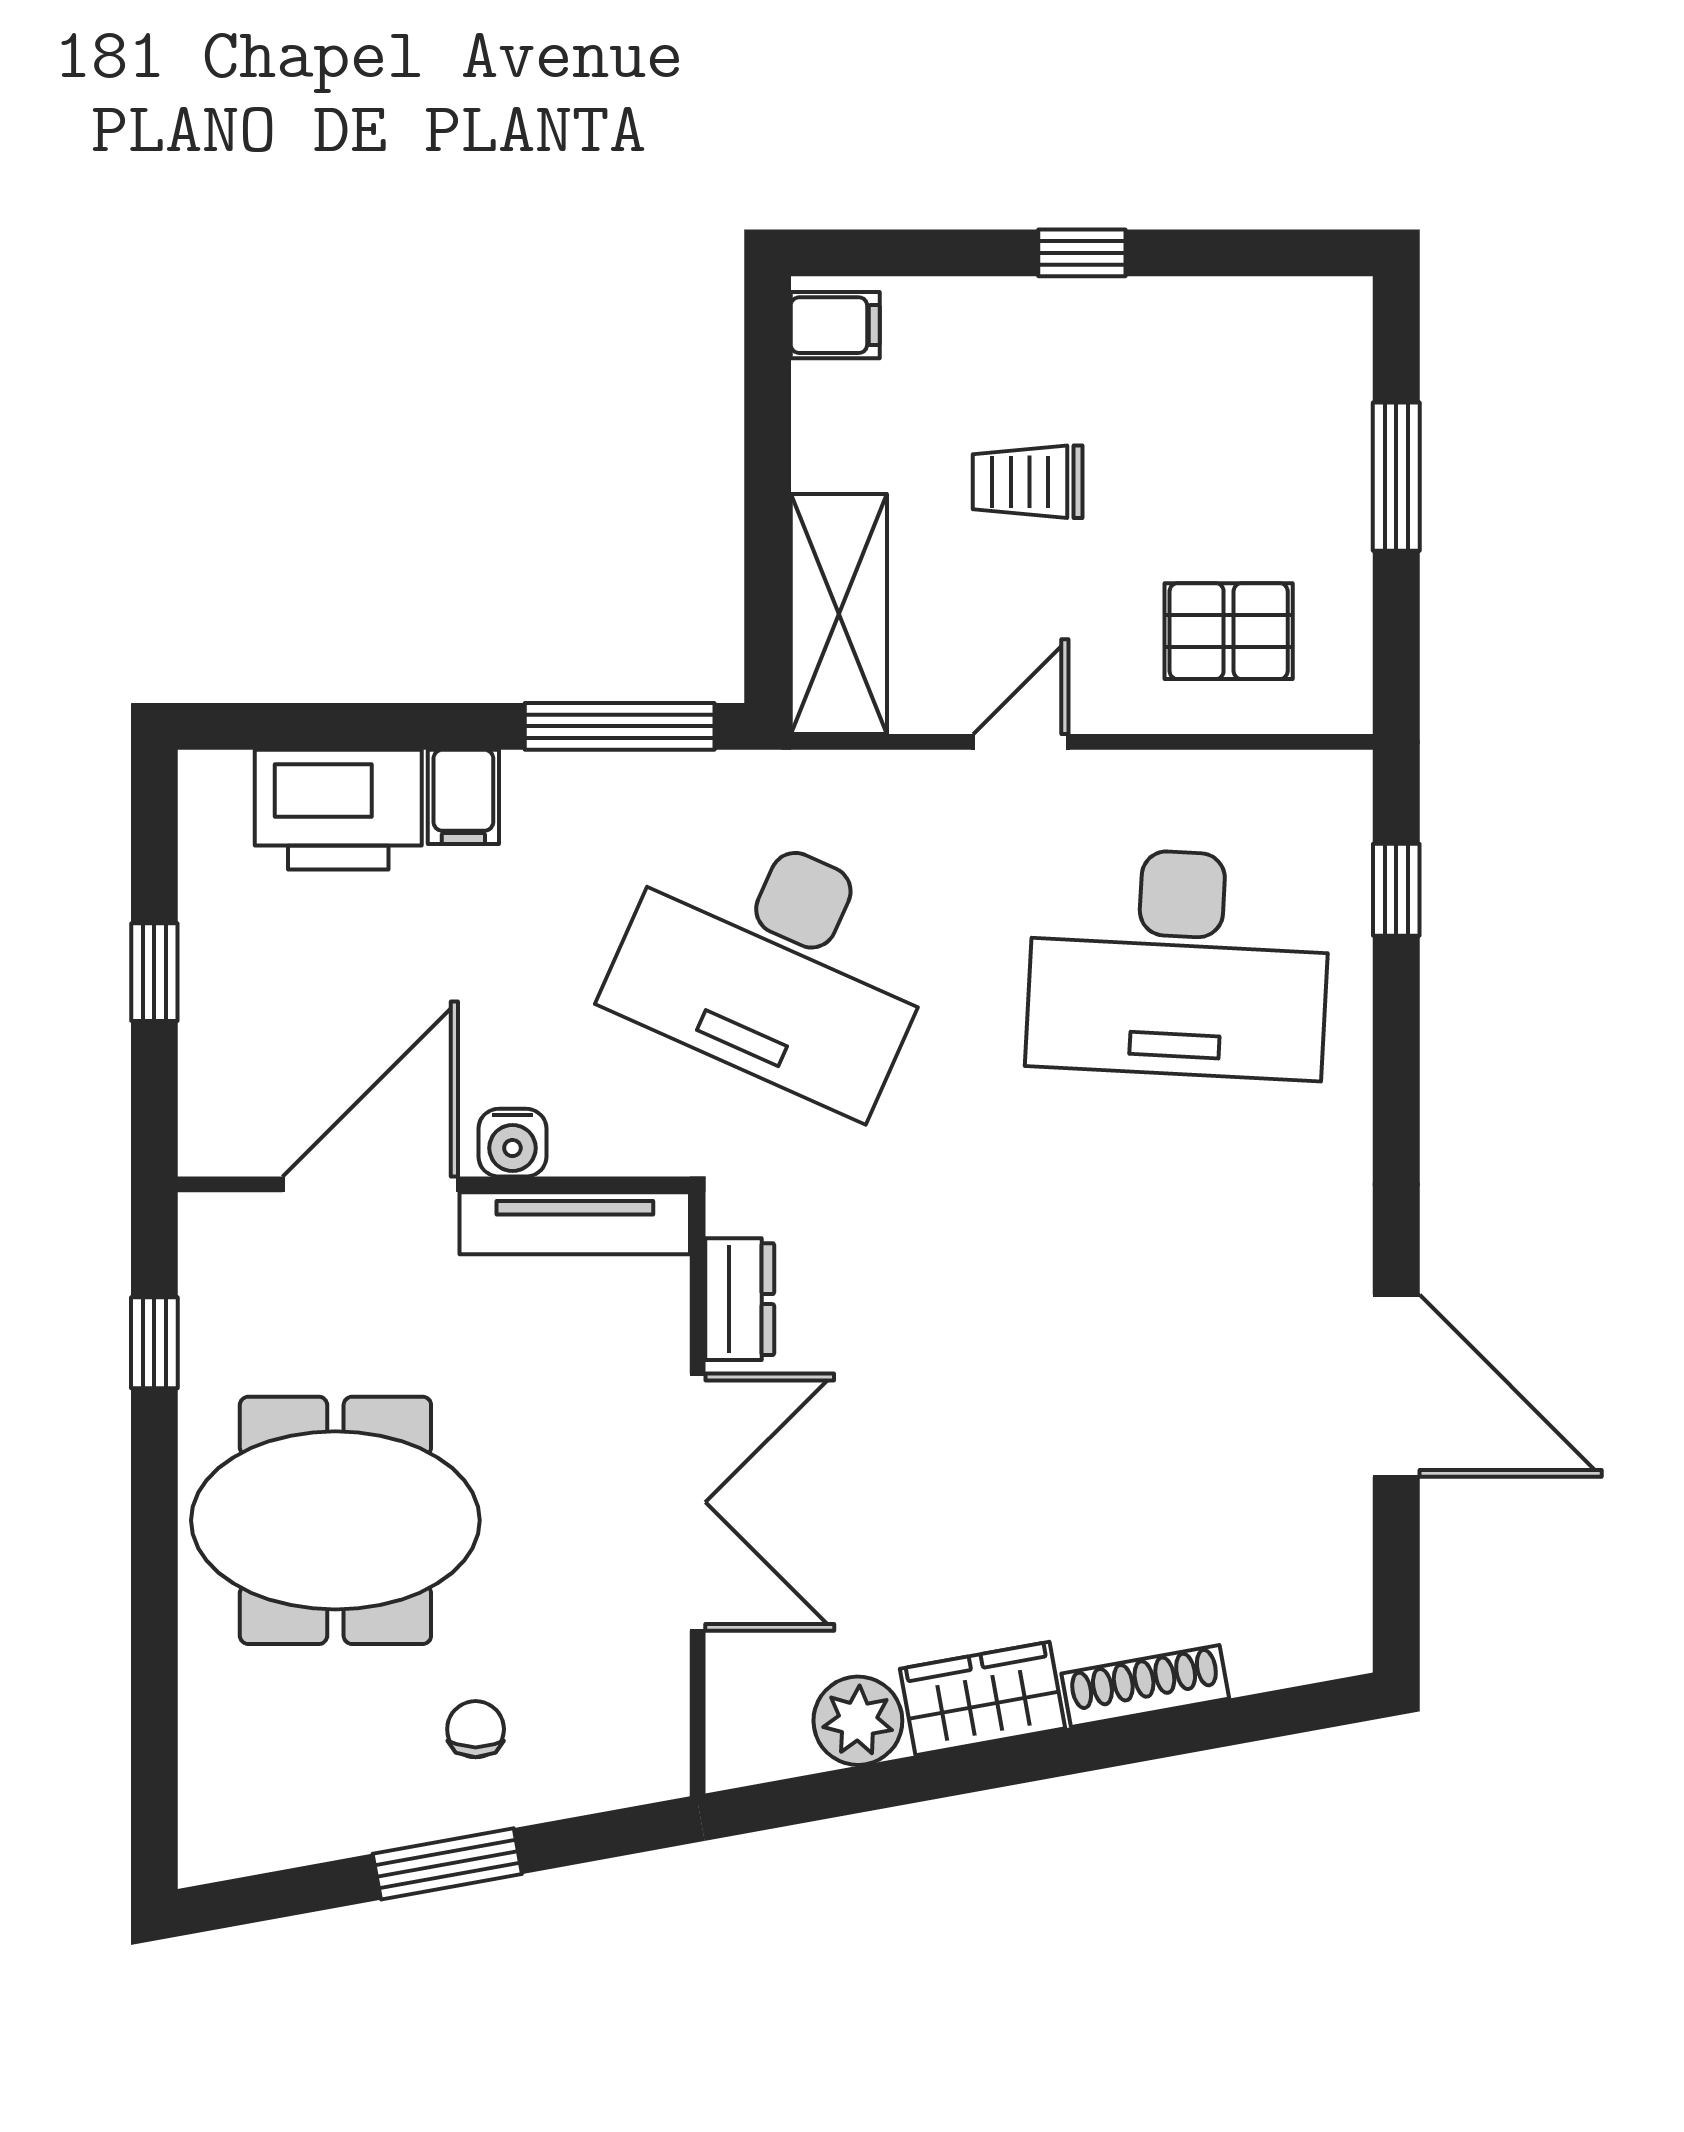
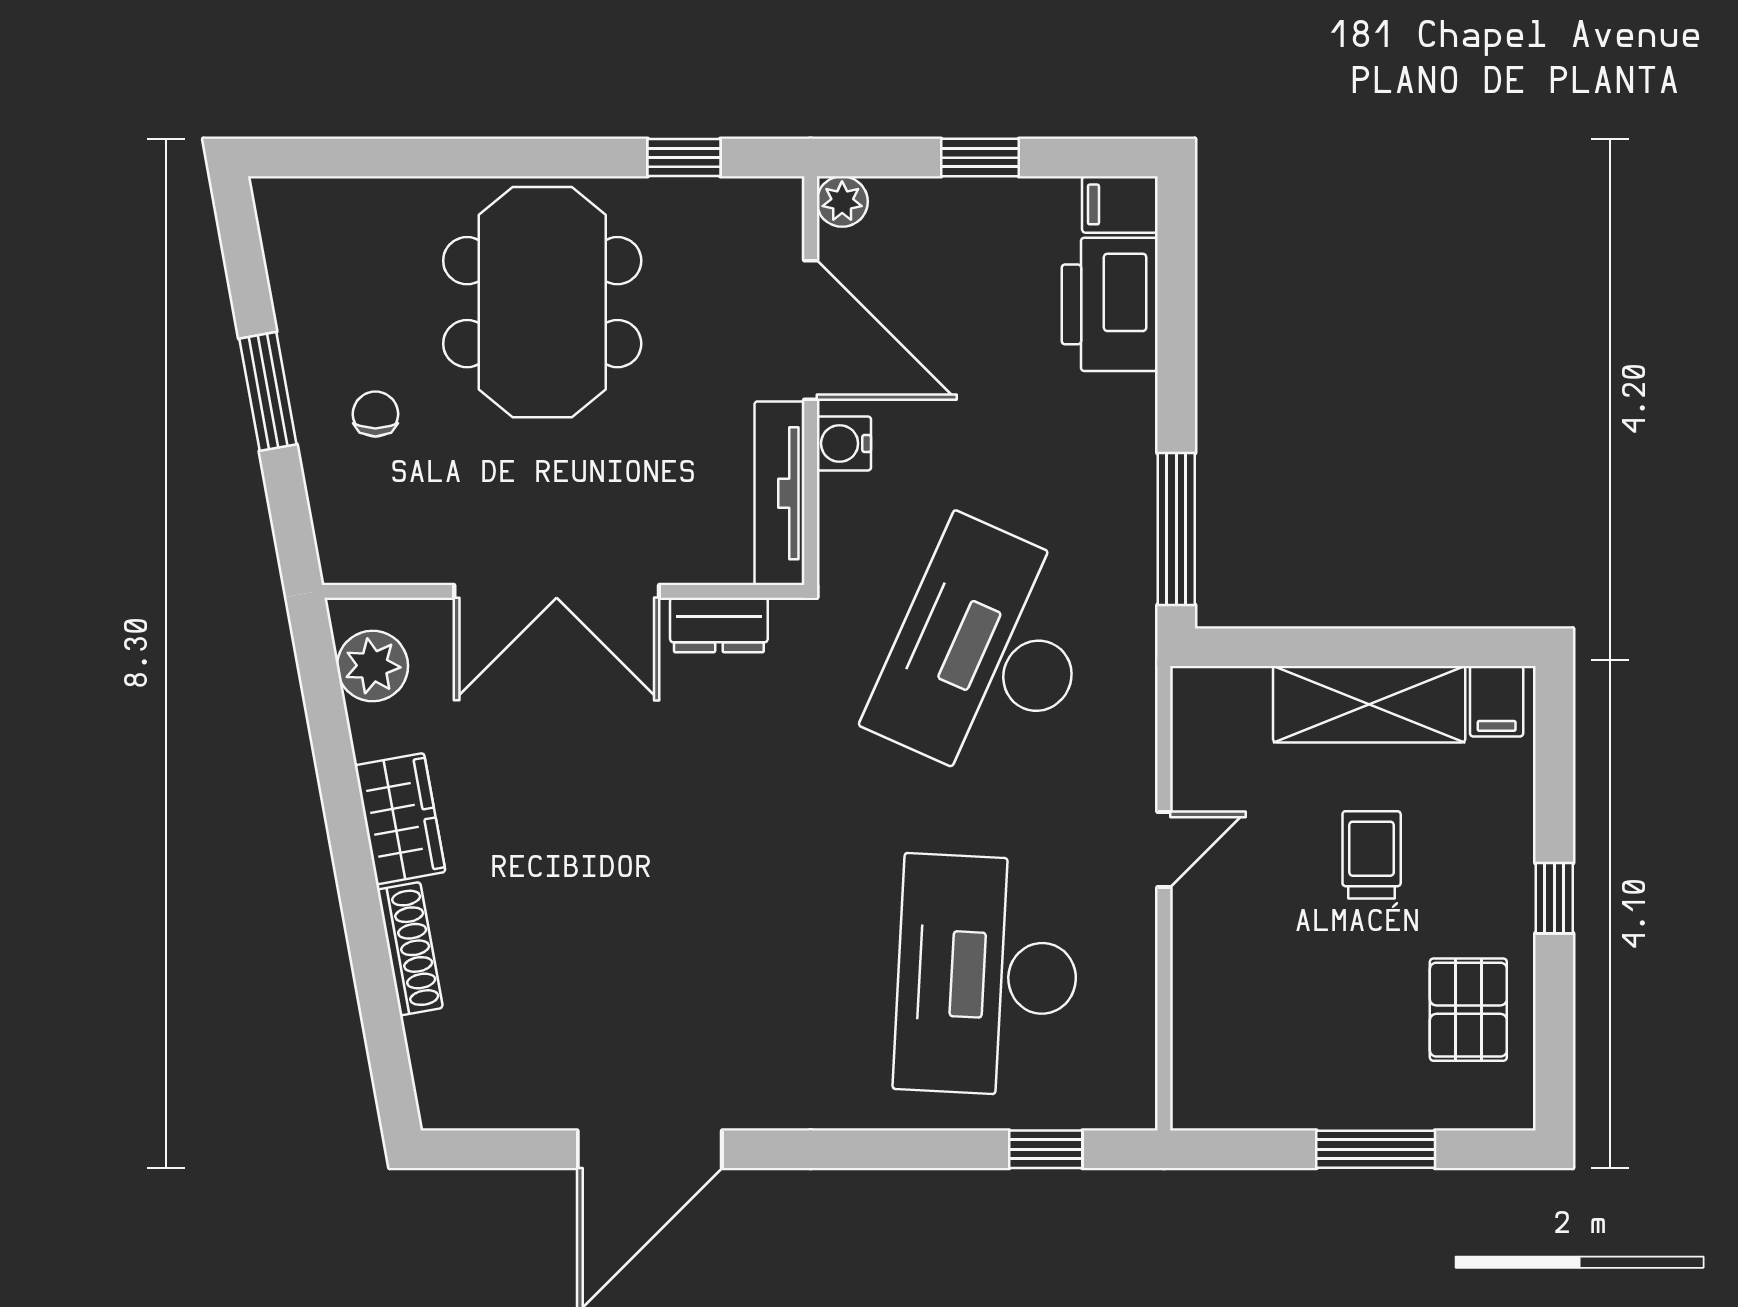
shelving: (839, 614) -> (1369, 704), moved
pallet: (1229, 631) -> (1468, 1010), moved
door: (1021, 742) -> (1164, 849), hinge flipped
filing cabinet: (463, 797) -> (1120, 204), moved
plant: (209, 1145) -> (842, 202), added
plant: (858, 1721) -> (373, 666), moved
chair: (476, 1729) -> (375, 414), turned -90

